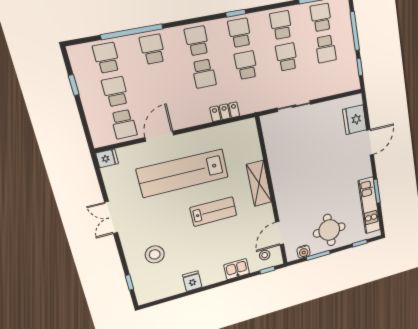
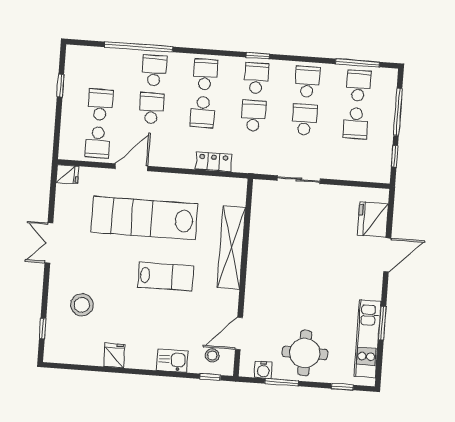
school desk: (106, 58) -> (151, 108), moved
shelving: (259, 183) -> (231, 247), width x1.47

